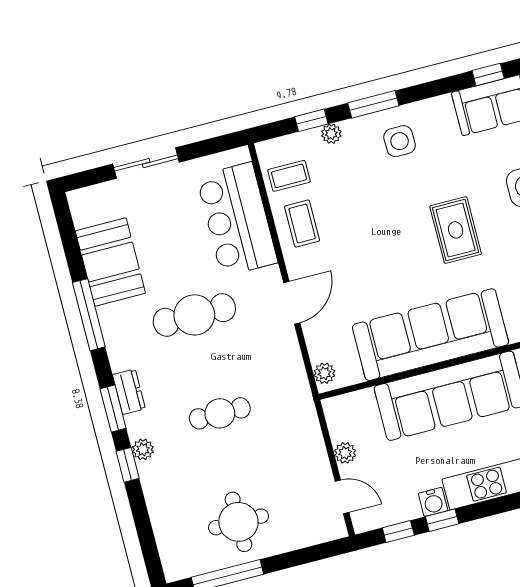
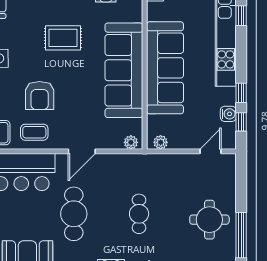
armchair: (360, 217) -> (40, 95), added
door: (292, 303) -> (82, 151), swing flipped
plant: (345, 453) -> (161, 142), moved
water cooler: (433, 502) -> (228, 114), moved

